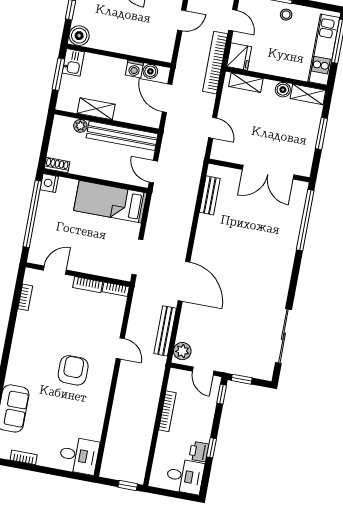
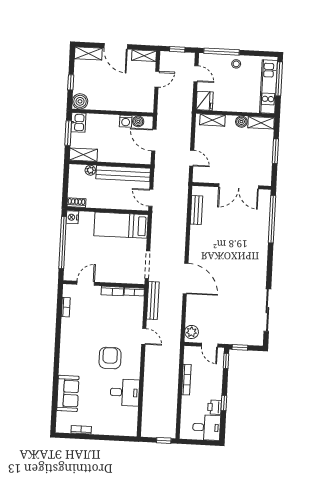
bookcase: (215, 63) -> (187, 108), removed
shelving: (96, 109) -> (83, 155), moved
bench: (165, 331) -> (153, 301), moved
desk: (79, 456) -> (125, 392), moved

